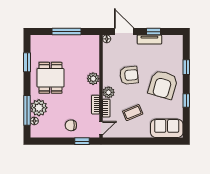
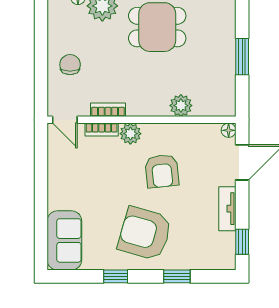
window: (67, 32) -> (242, 57), width x0.69
window: (154, 32) -> (242, 242), moved
plant: (93, 79) -> (181, 106), moved
coffee table: (133, 113) -> (93, 178), removed
window: (82, 141) -> (41, 85), removed

